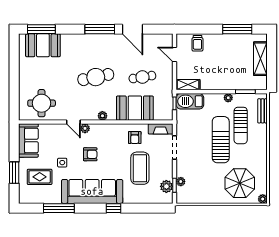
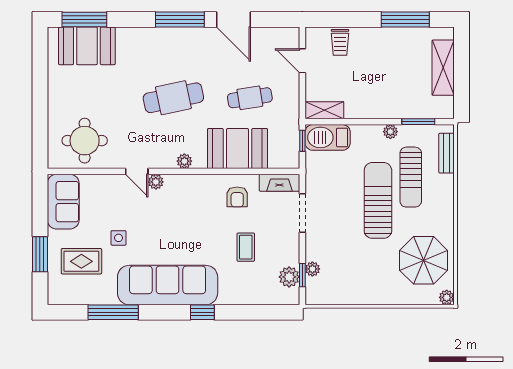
armchair: (90, 154) -> (164, 224), removed
coffee table: (140, 168) -> (246, 247), width x0.54, depth x0.58
parasol: (240, 183) -> (424, 260), moved

